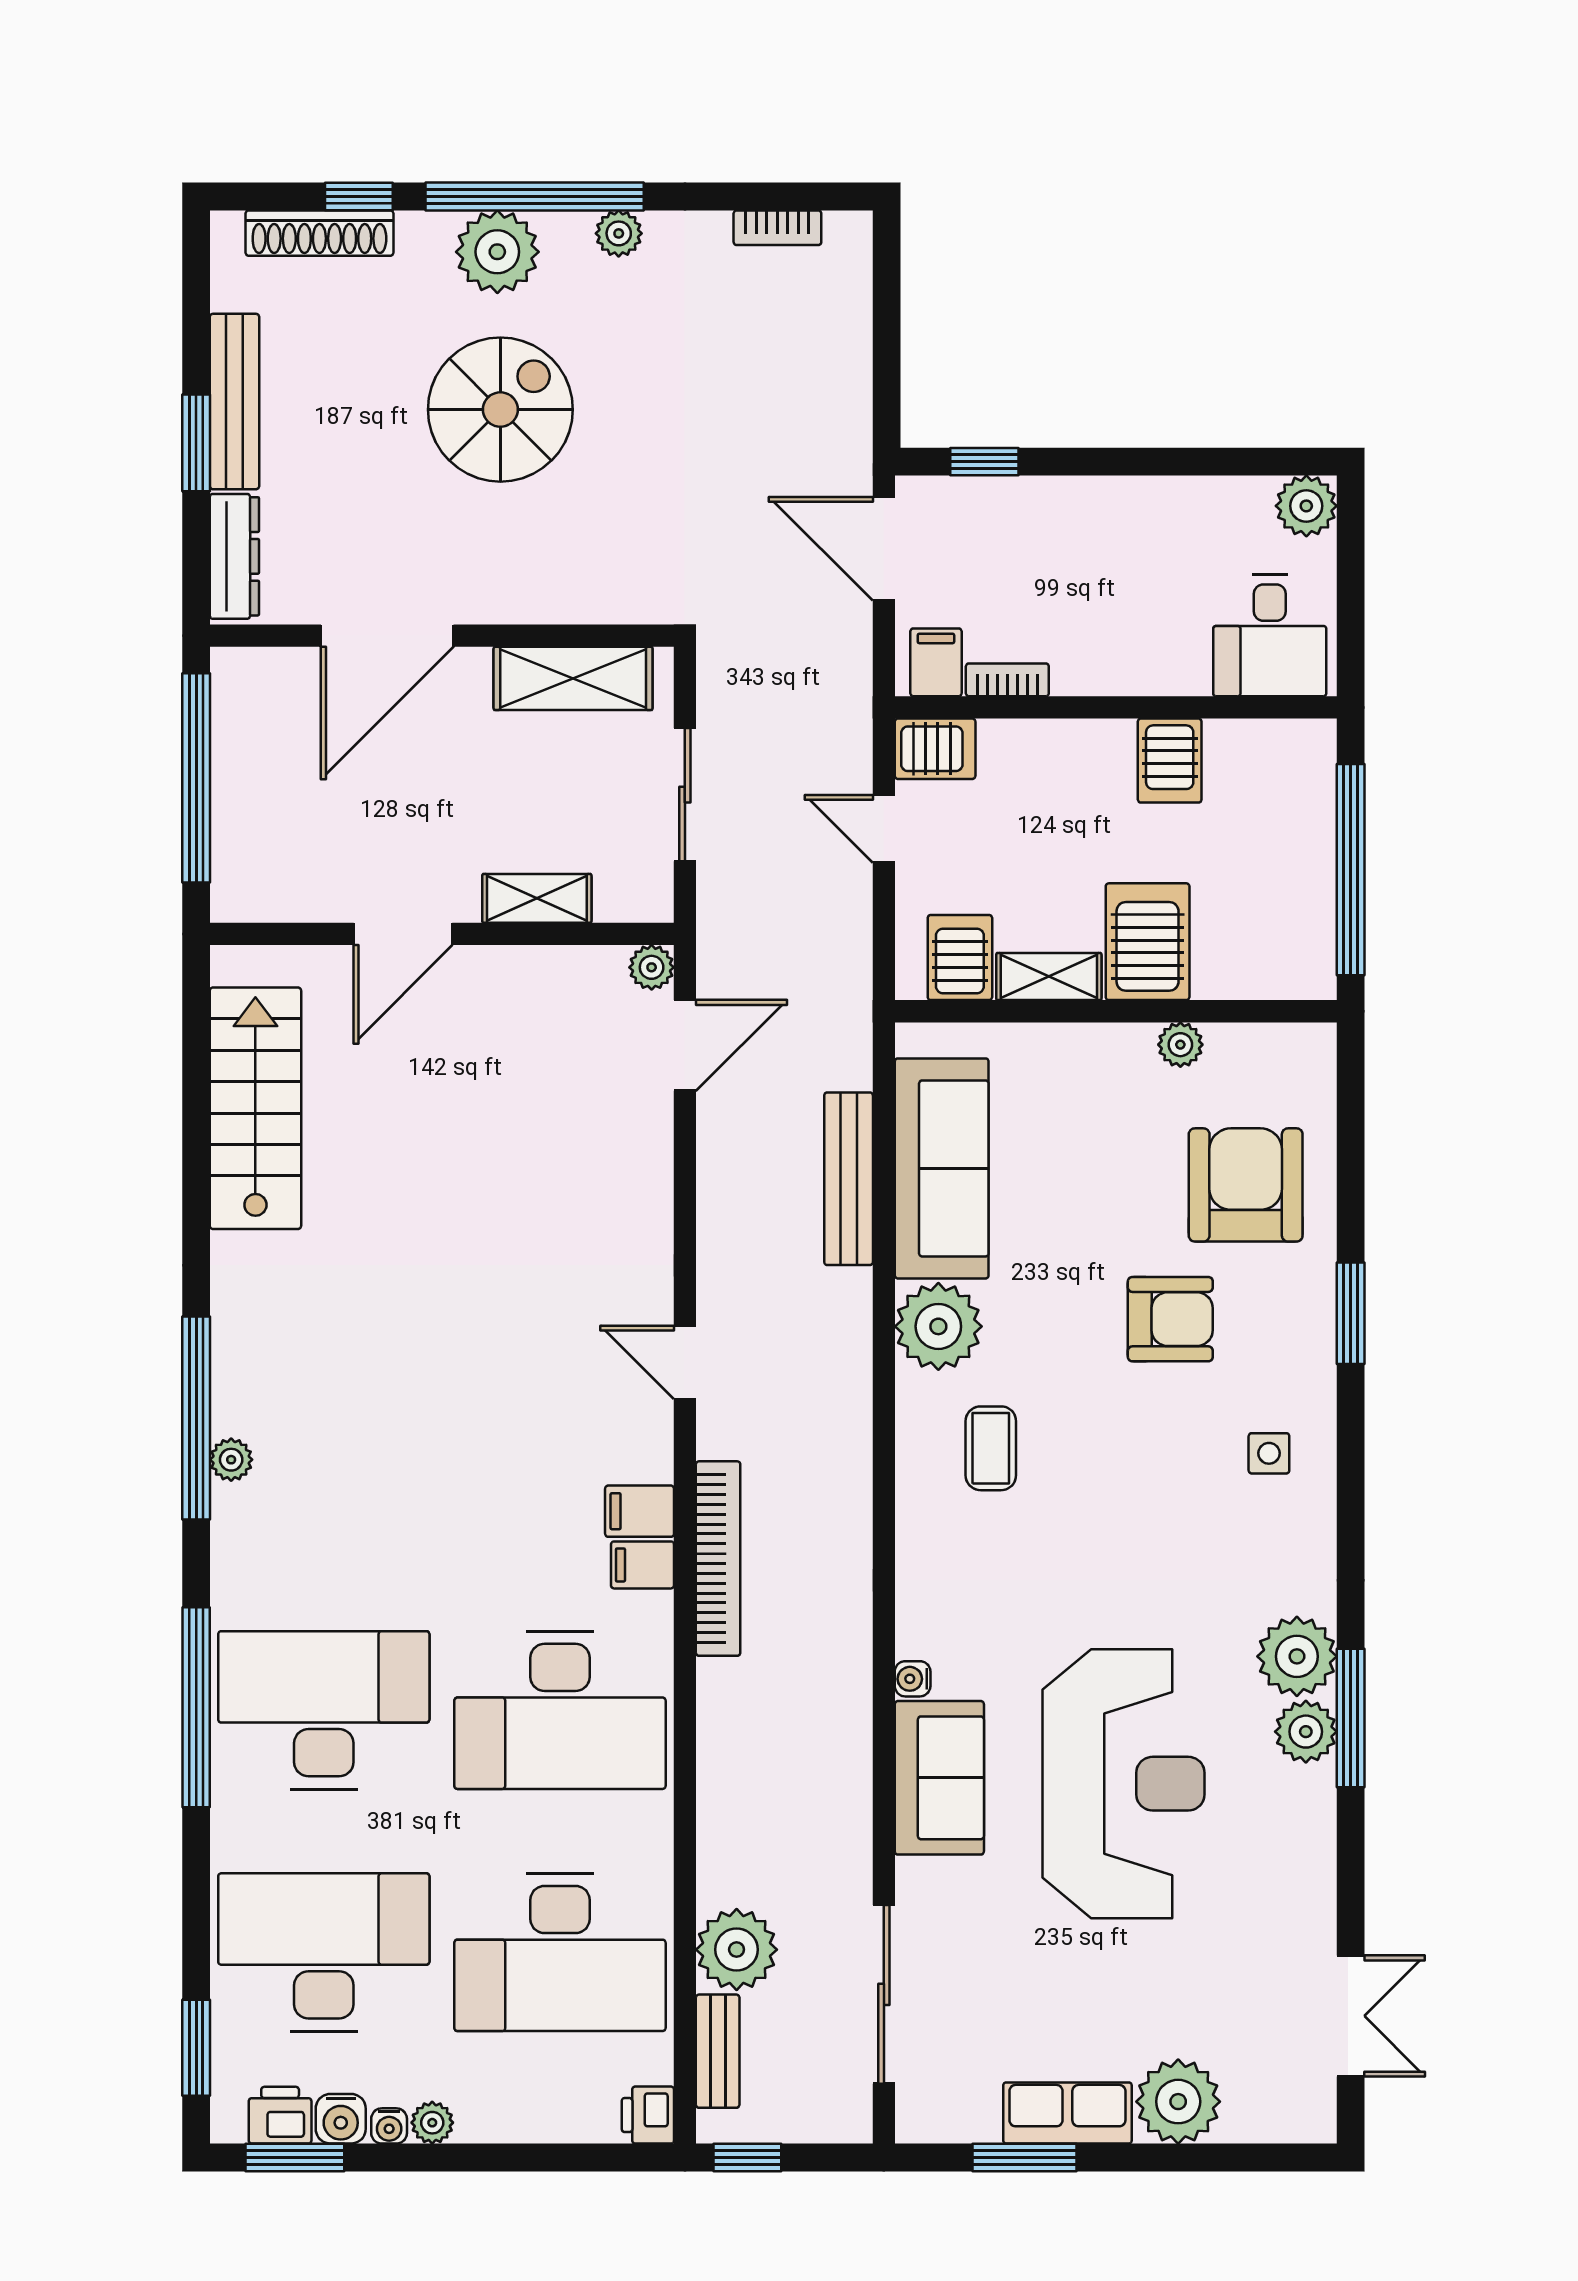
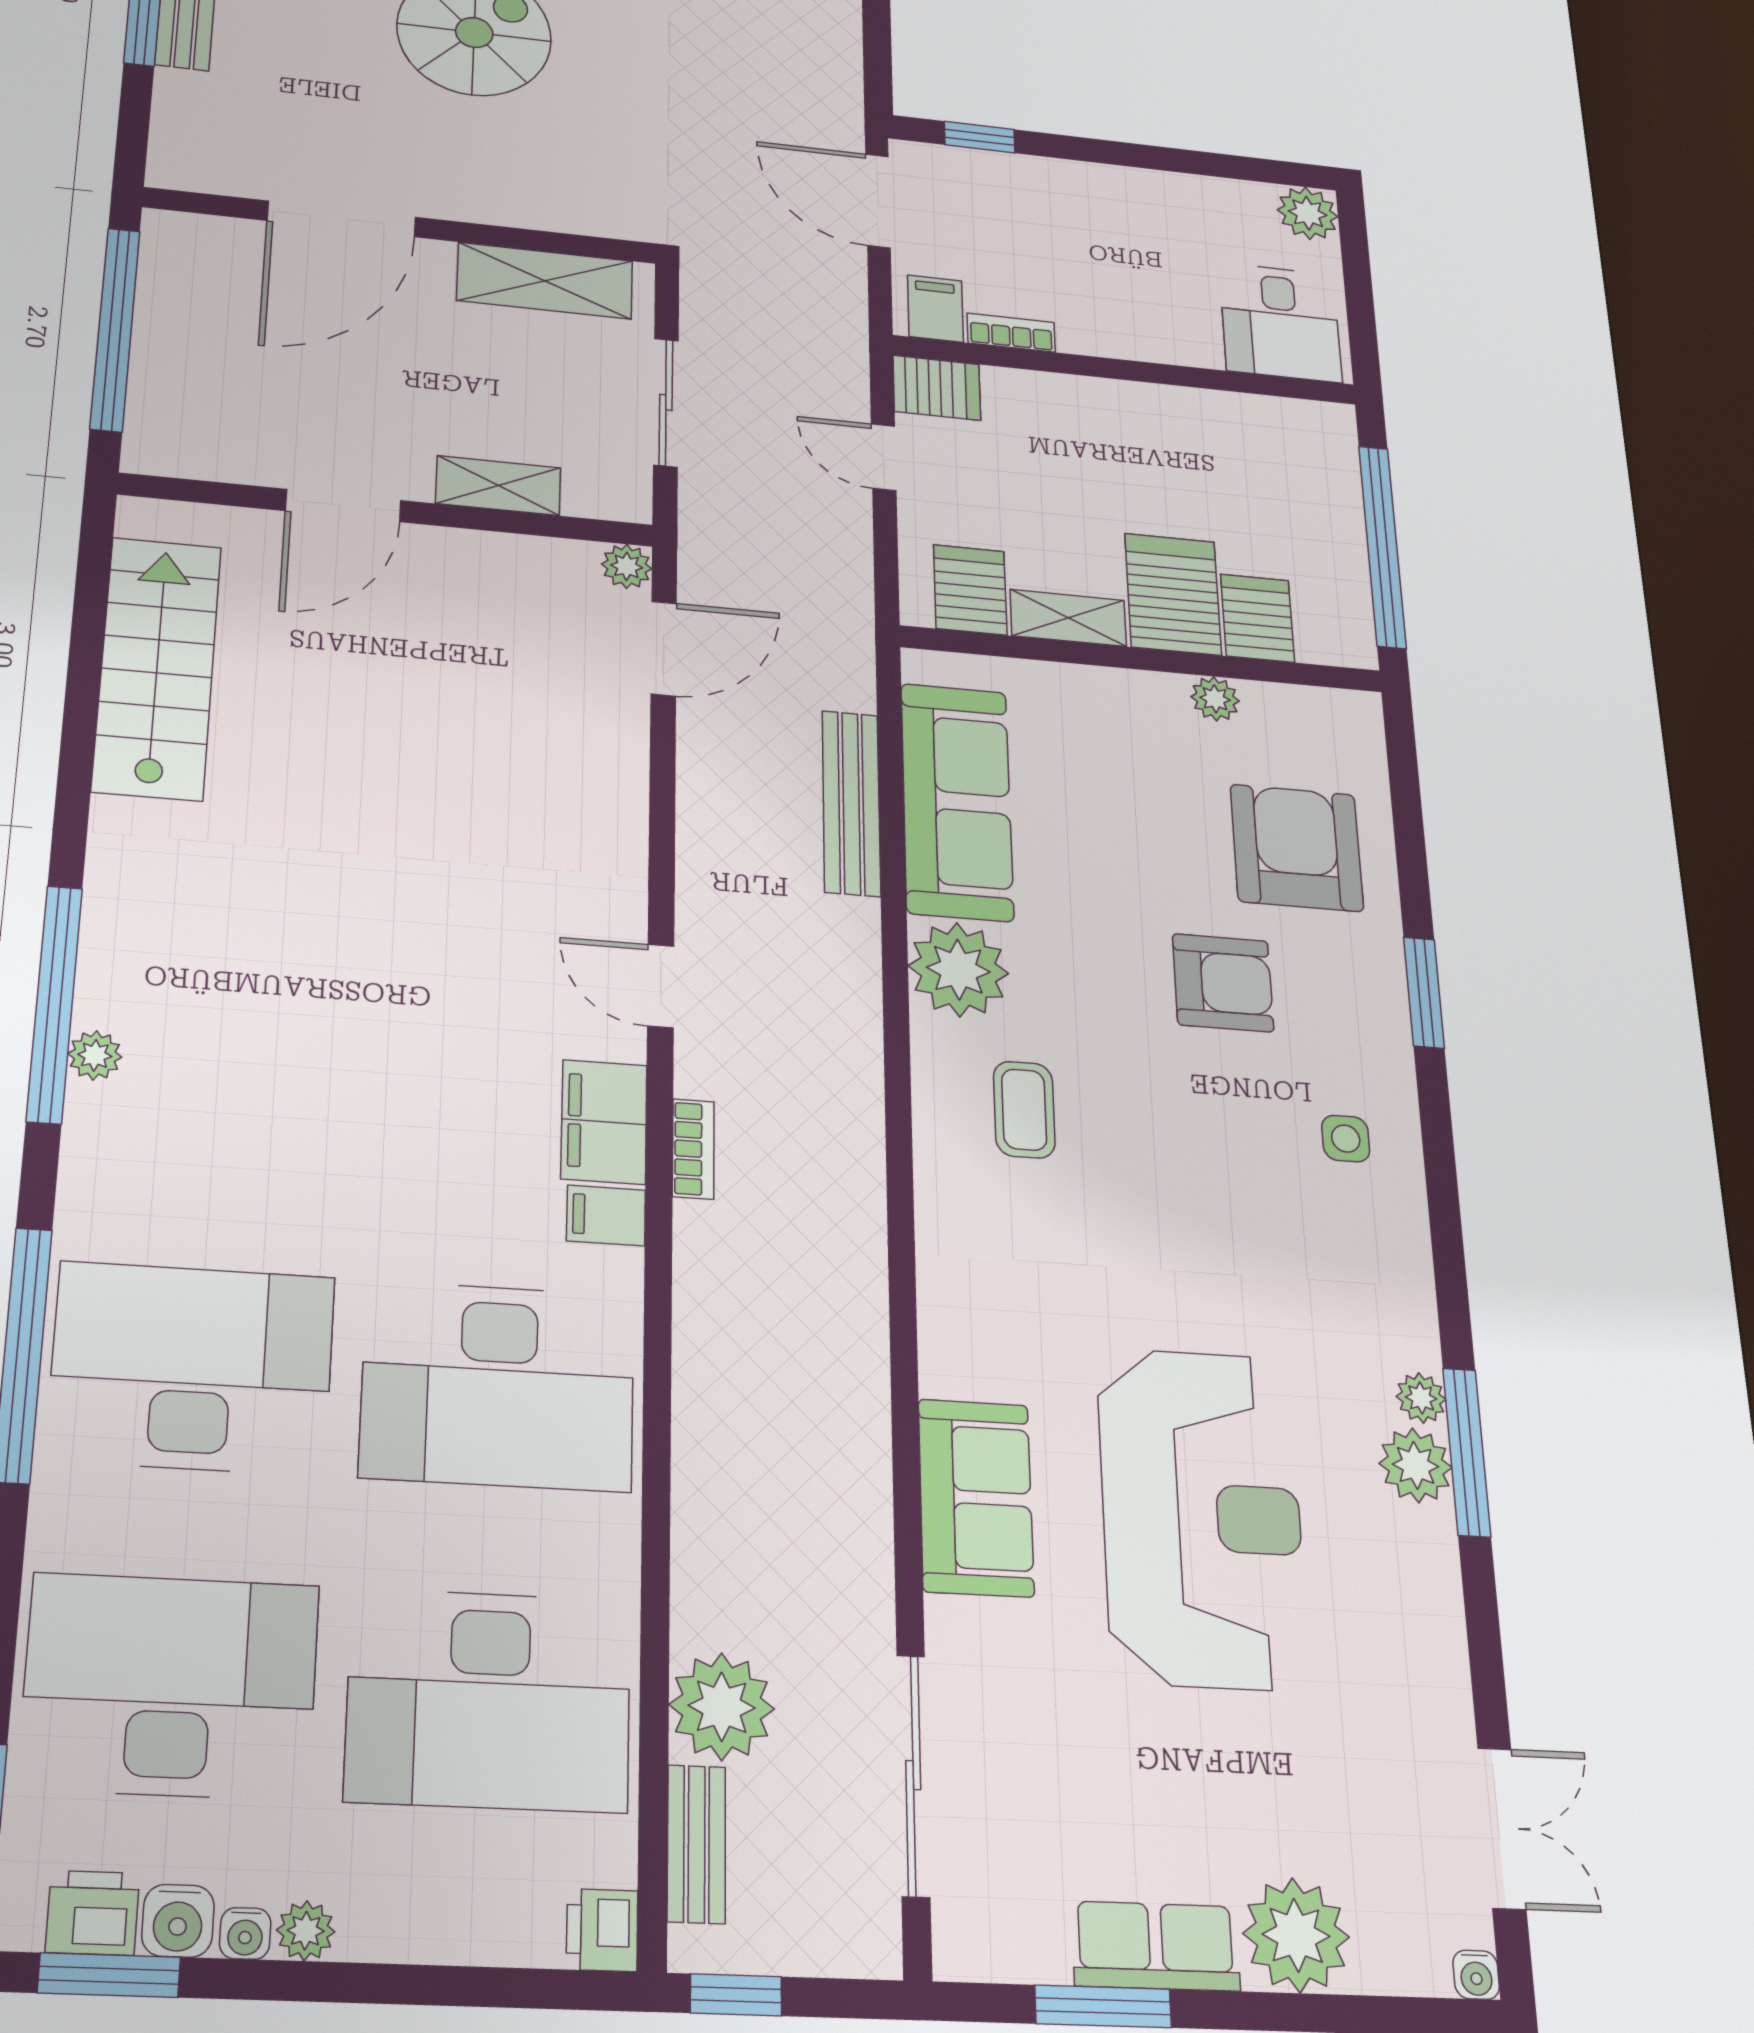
dresser: (234, 556) -> (176, 128), removed
server rack: (1170, 761) -> (1257, 618), moved, turned 180
filing cabinet: (640, 1511) -> (604, 1122), width x2.00
bookcase: (718, 1559) -> (693, 1149), width x0.43, depth x0.76
plant: (1297, 1656) -> (1421, 1398), width x0.53, depth x0.53
water cooler: (913, 1679) -> (1476, 1975), moved, turned -90

